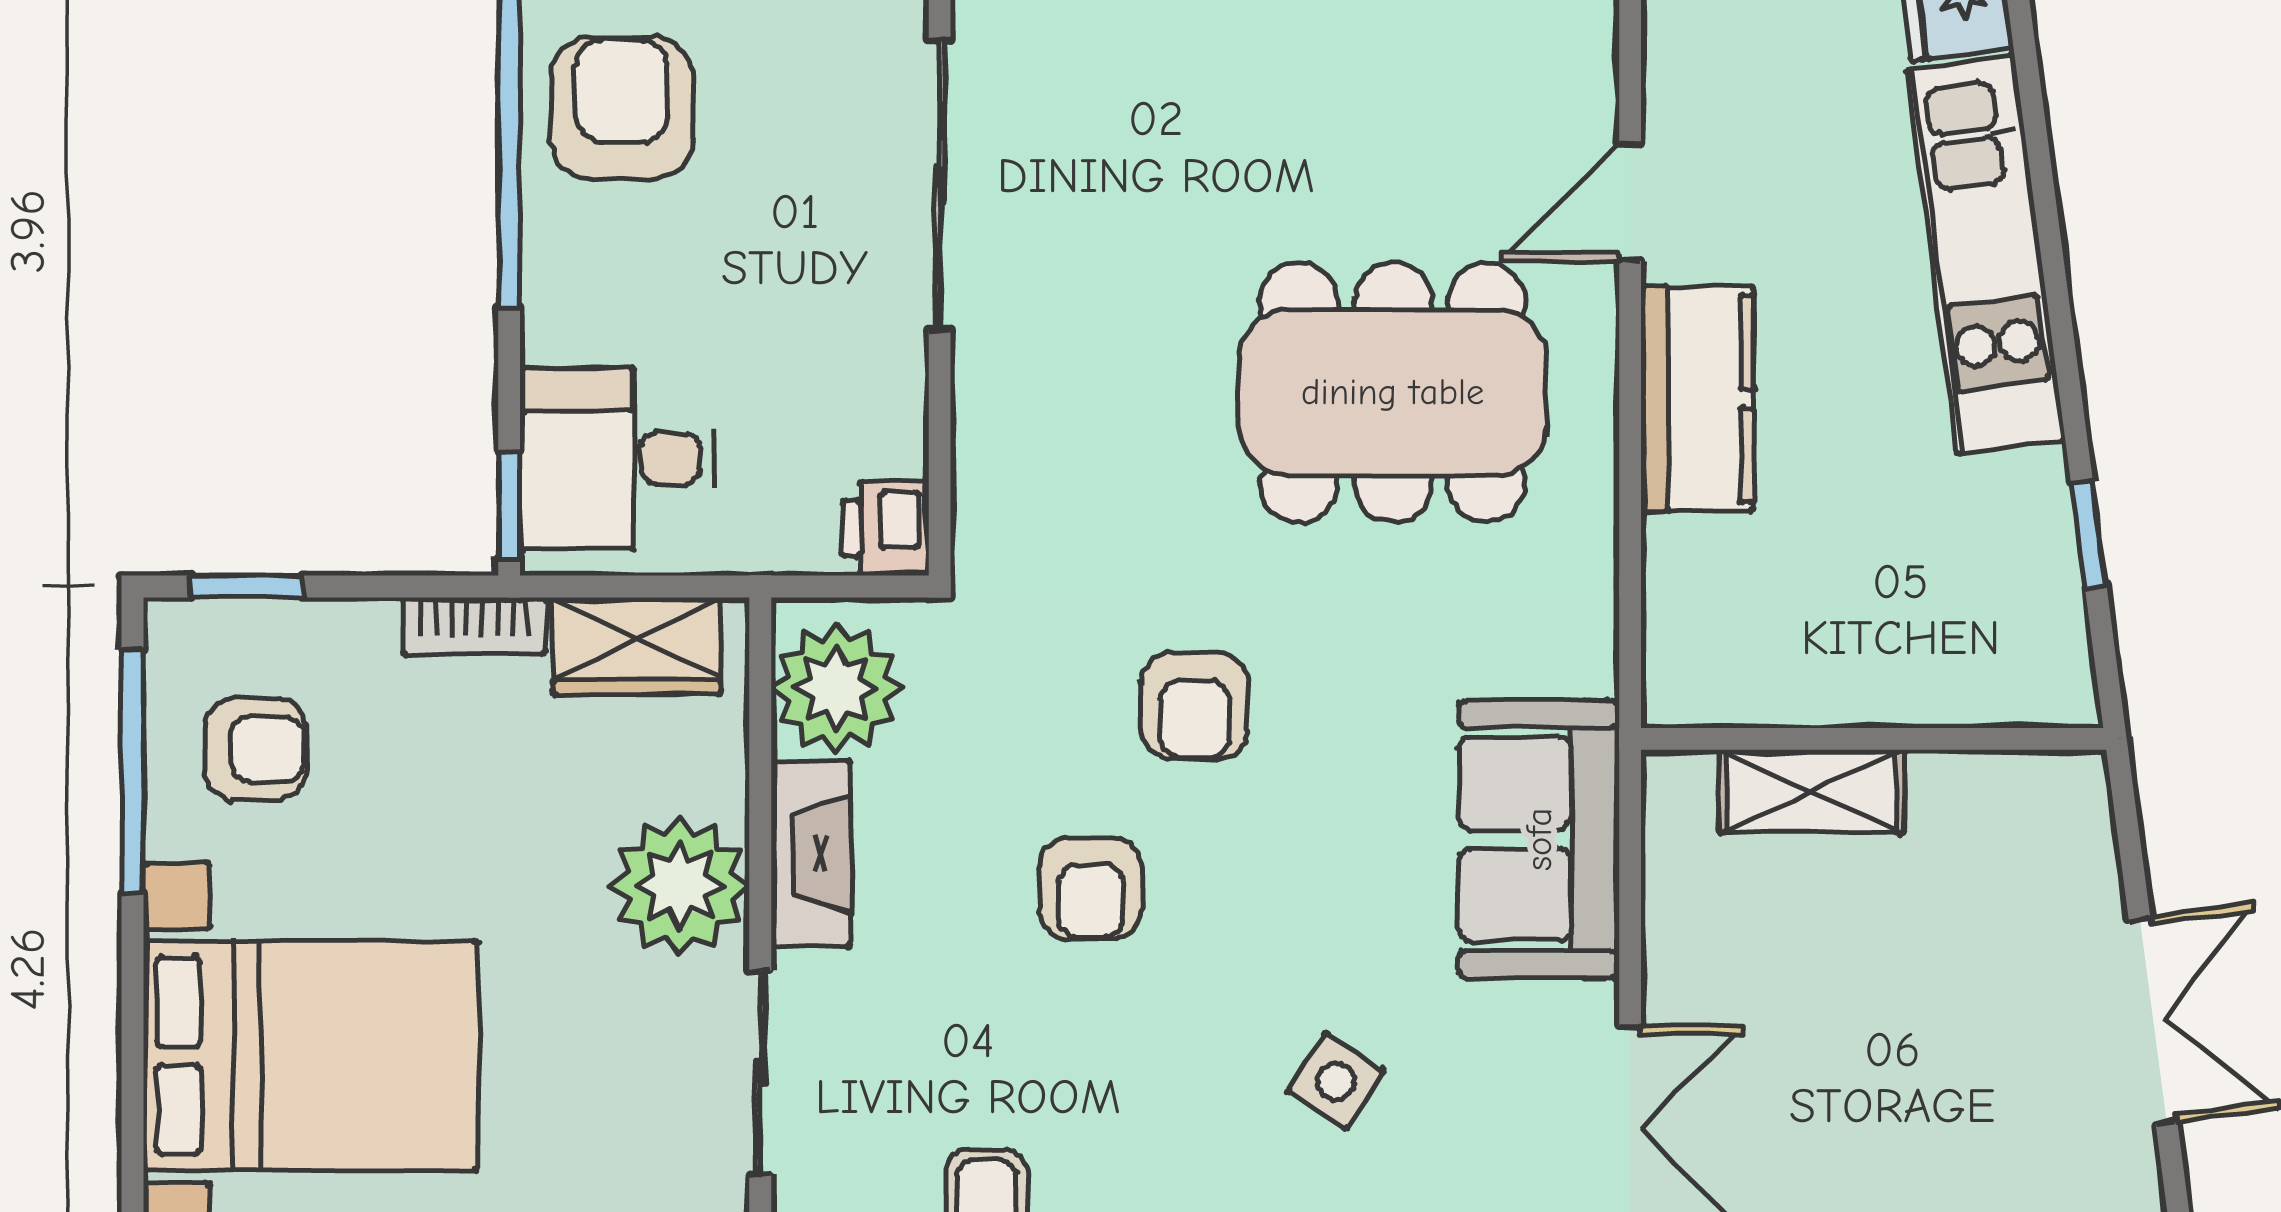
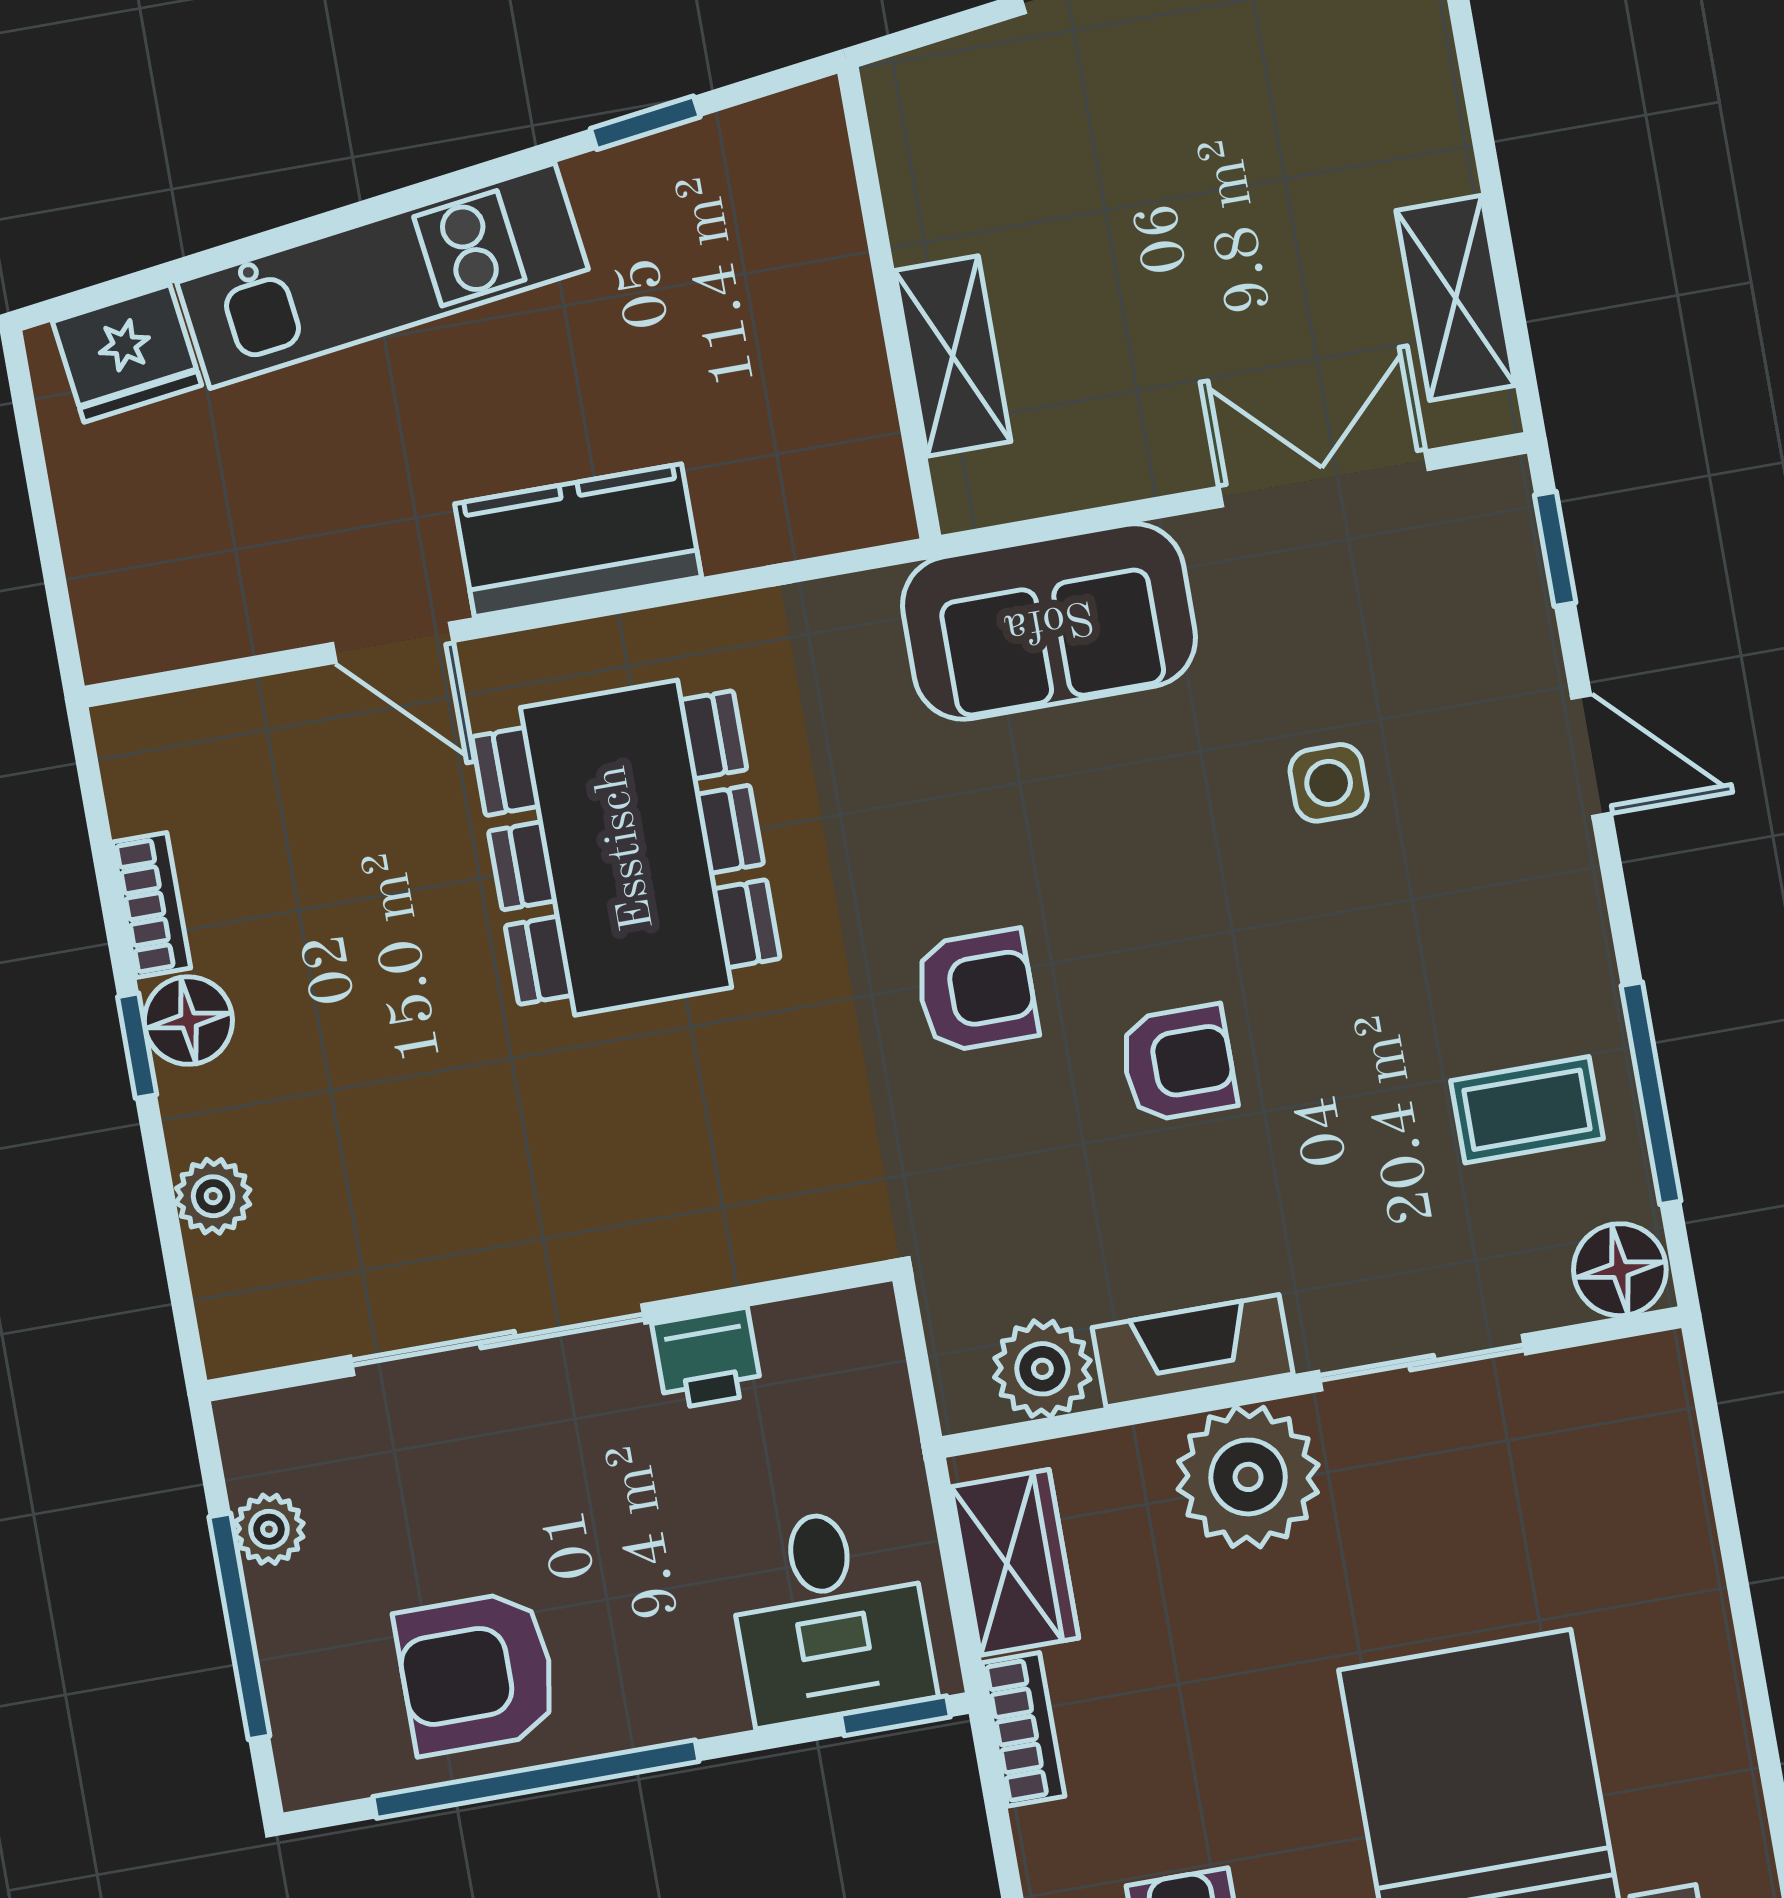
printer: (886, 528) -> (707, 1359), moved
plant: (836, 688) -> (1042, 1369), width x0.73, depth x0.73
side table: (1336, 1081) -> (1329, 783), turned -33

